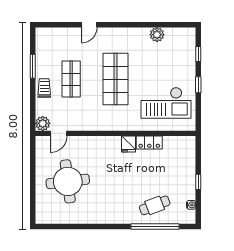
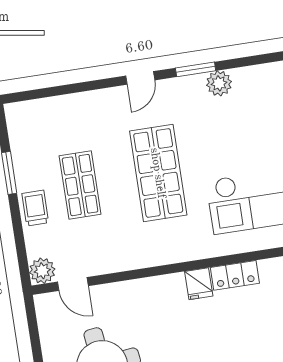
door: (89, 25) -> (140, 78), moved
window: (145, 25) -> (196, 69), added
door: (59, 133) -> (73, 284), hinge flipped

